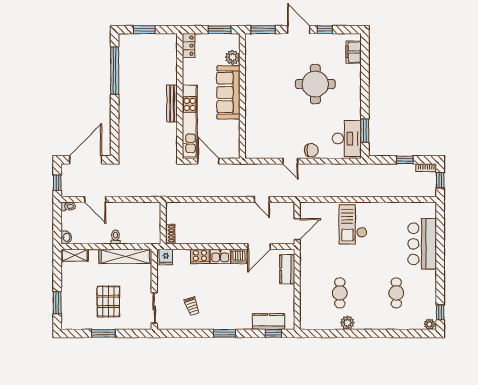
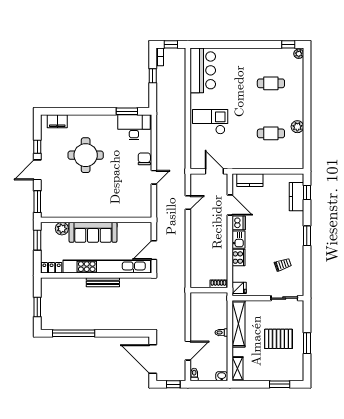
kitchen unit: (190, 121) -> (107, 267), width x1.36
checkout: (353, 224) -> (210, 122), turned 180
bar counter: (422, 244) -> (203, 70), moved, turned -90

